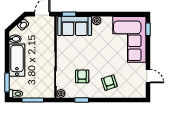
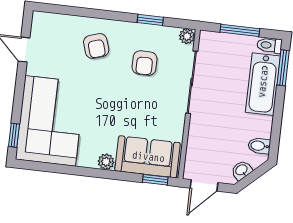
bathtub: (17, 60) -> (263, 84), moved

